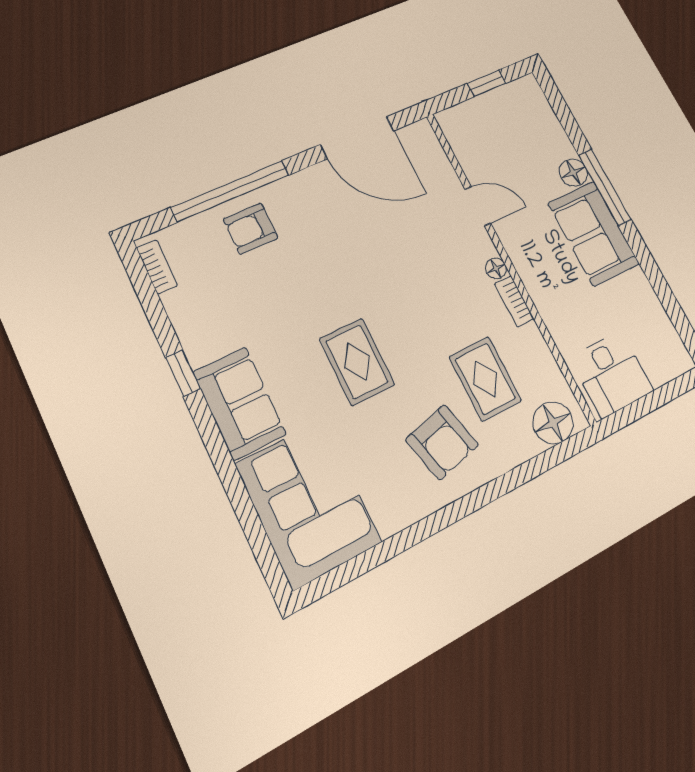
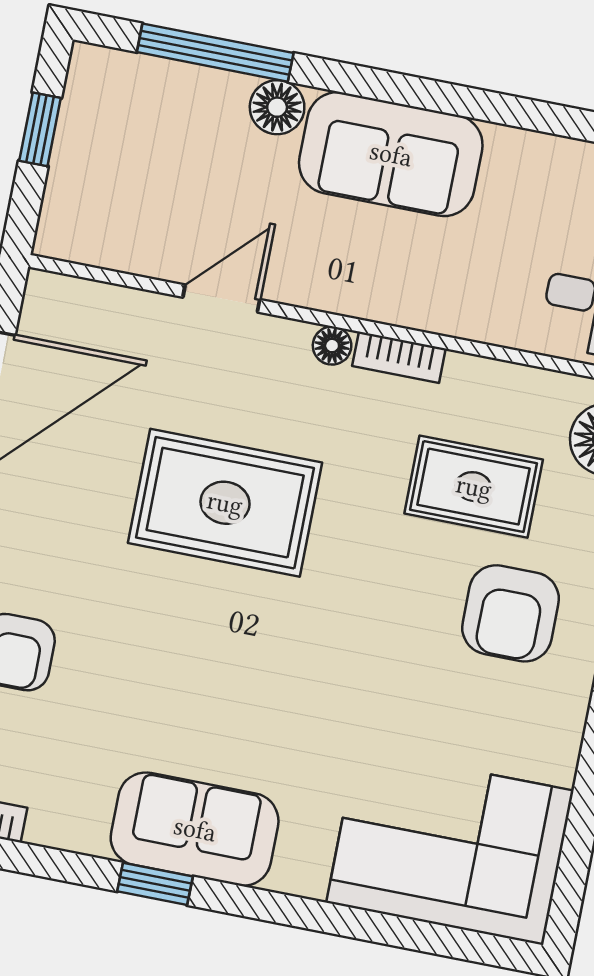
window: (605, 187) -> (215, 53), moved
rug: (357, 362) -> (225, 503), moved, width x1.36, depth x1.43
sofa: (239, 403) -> (195, 829), moved
armchair: (442, 442) -> (511, 613), turned 104

